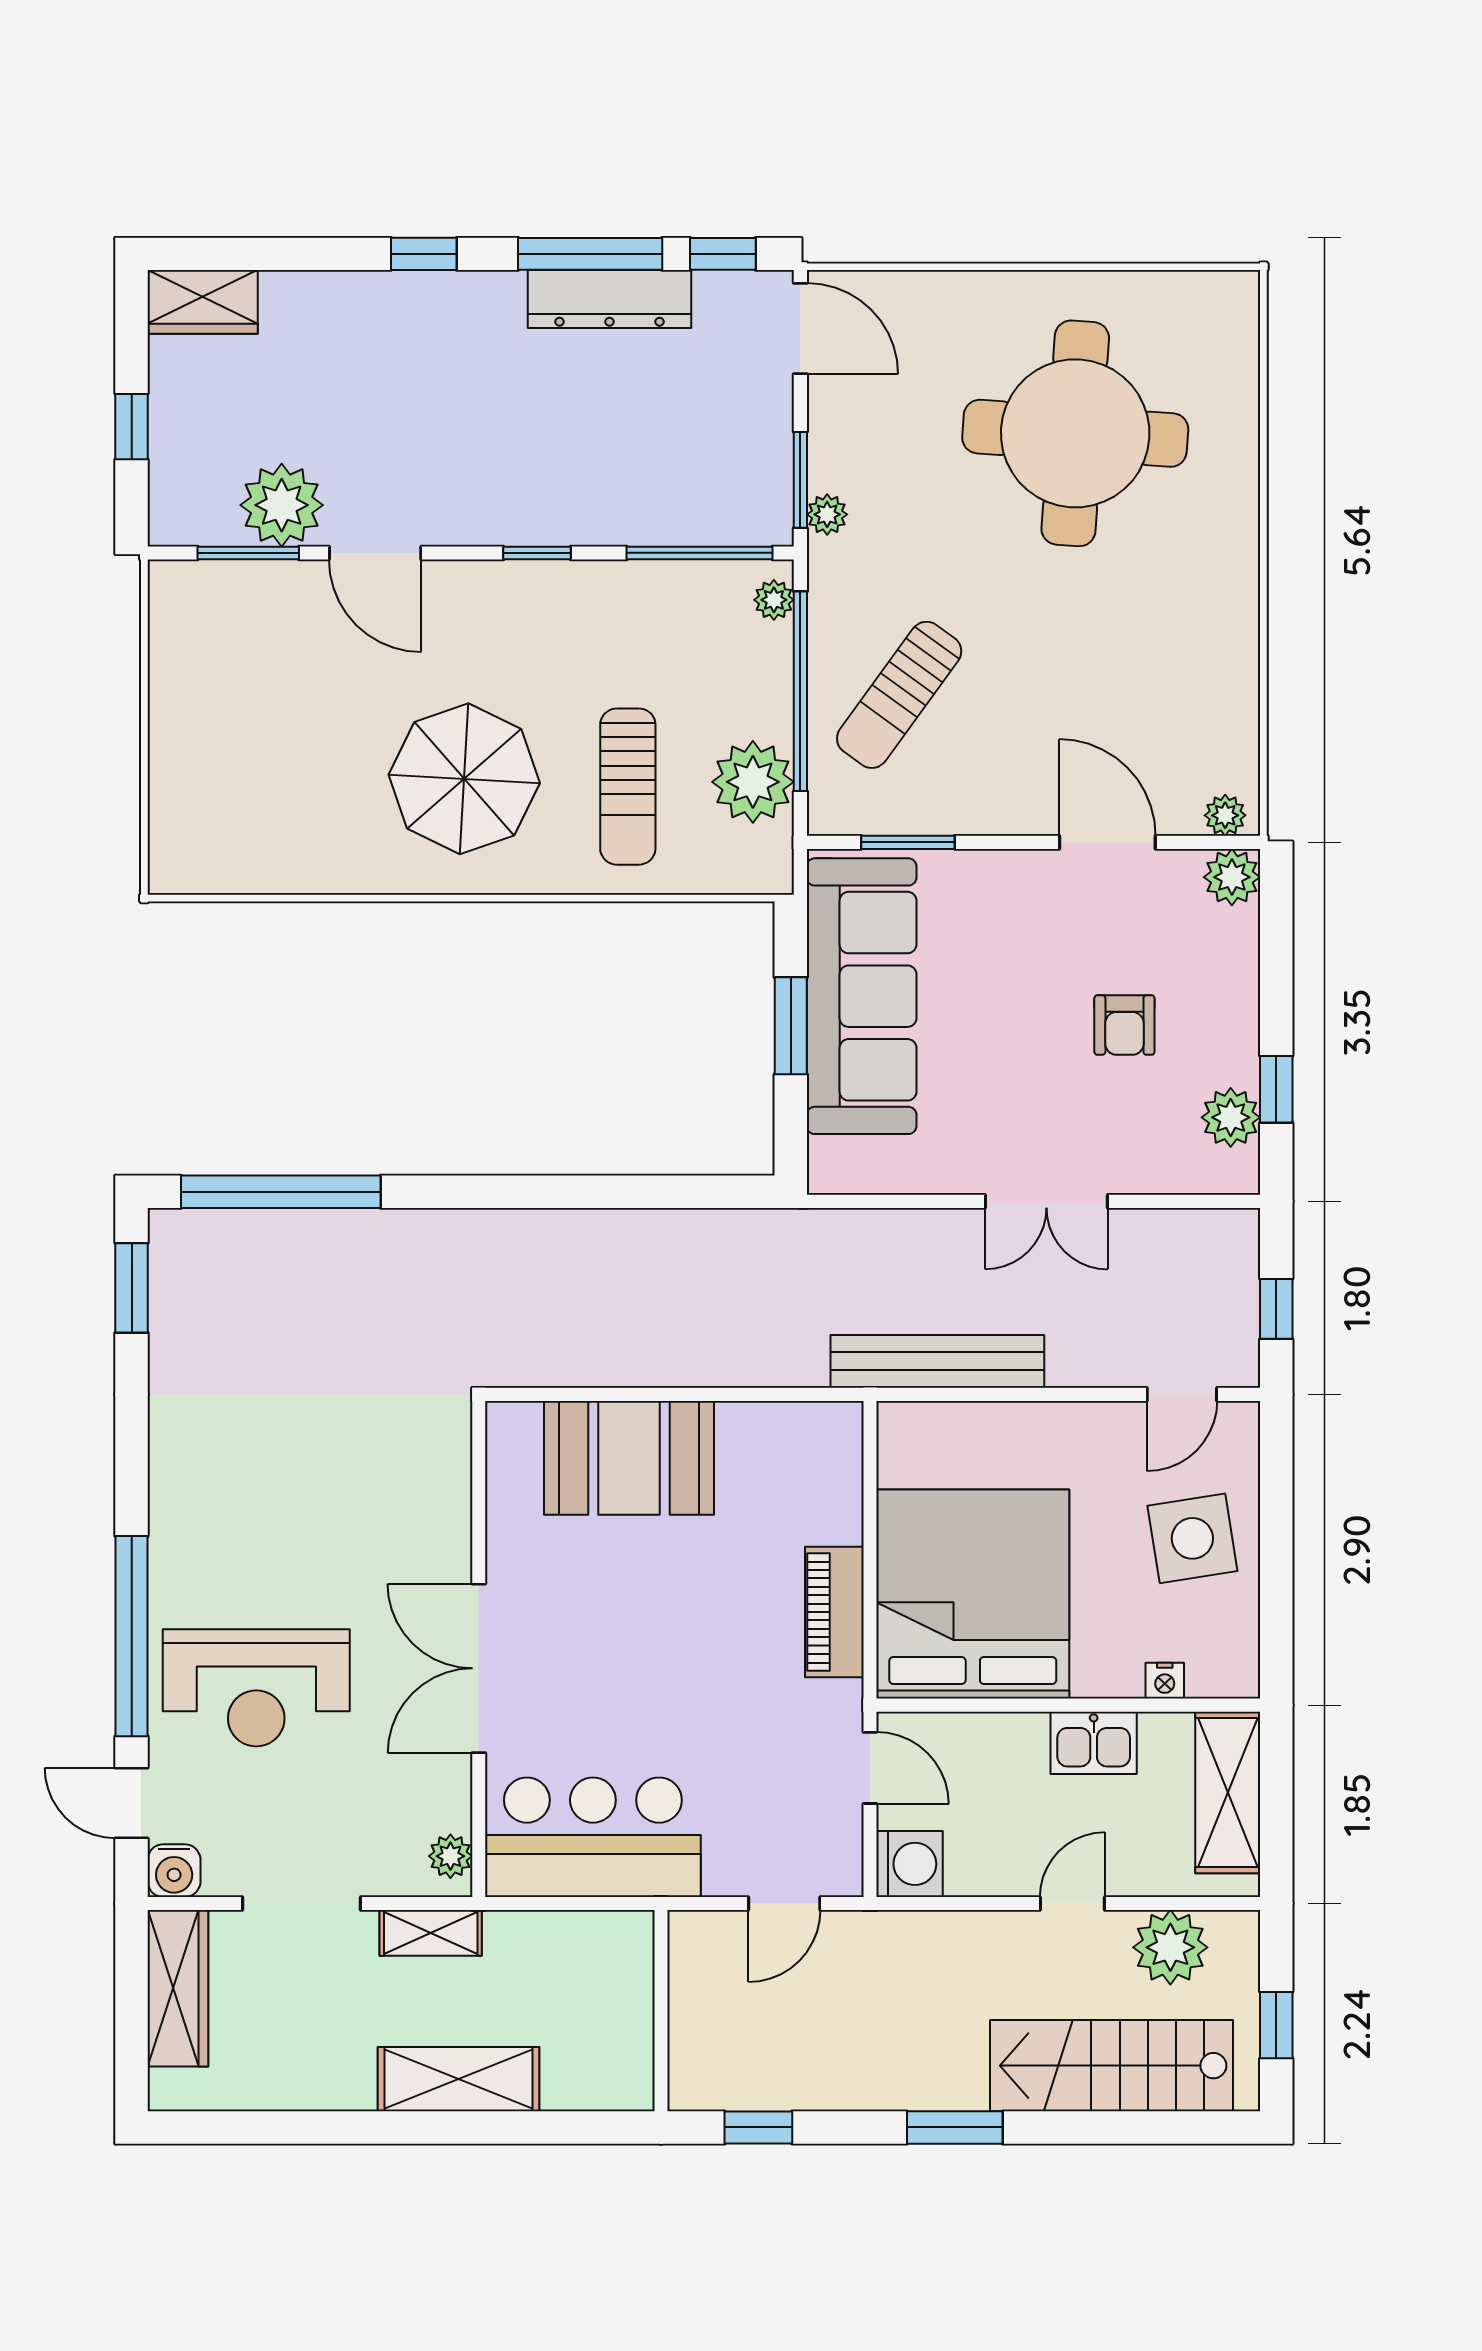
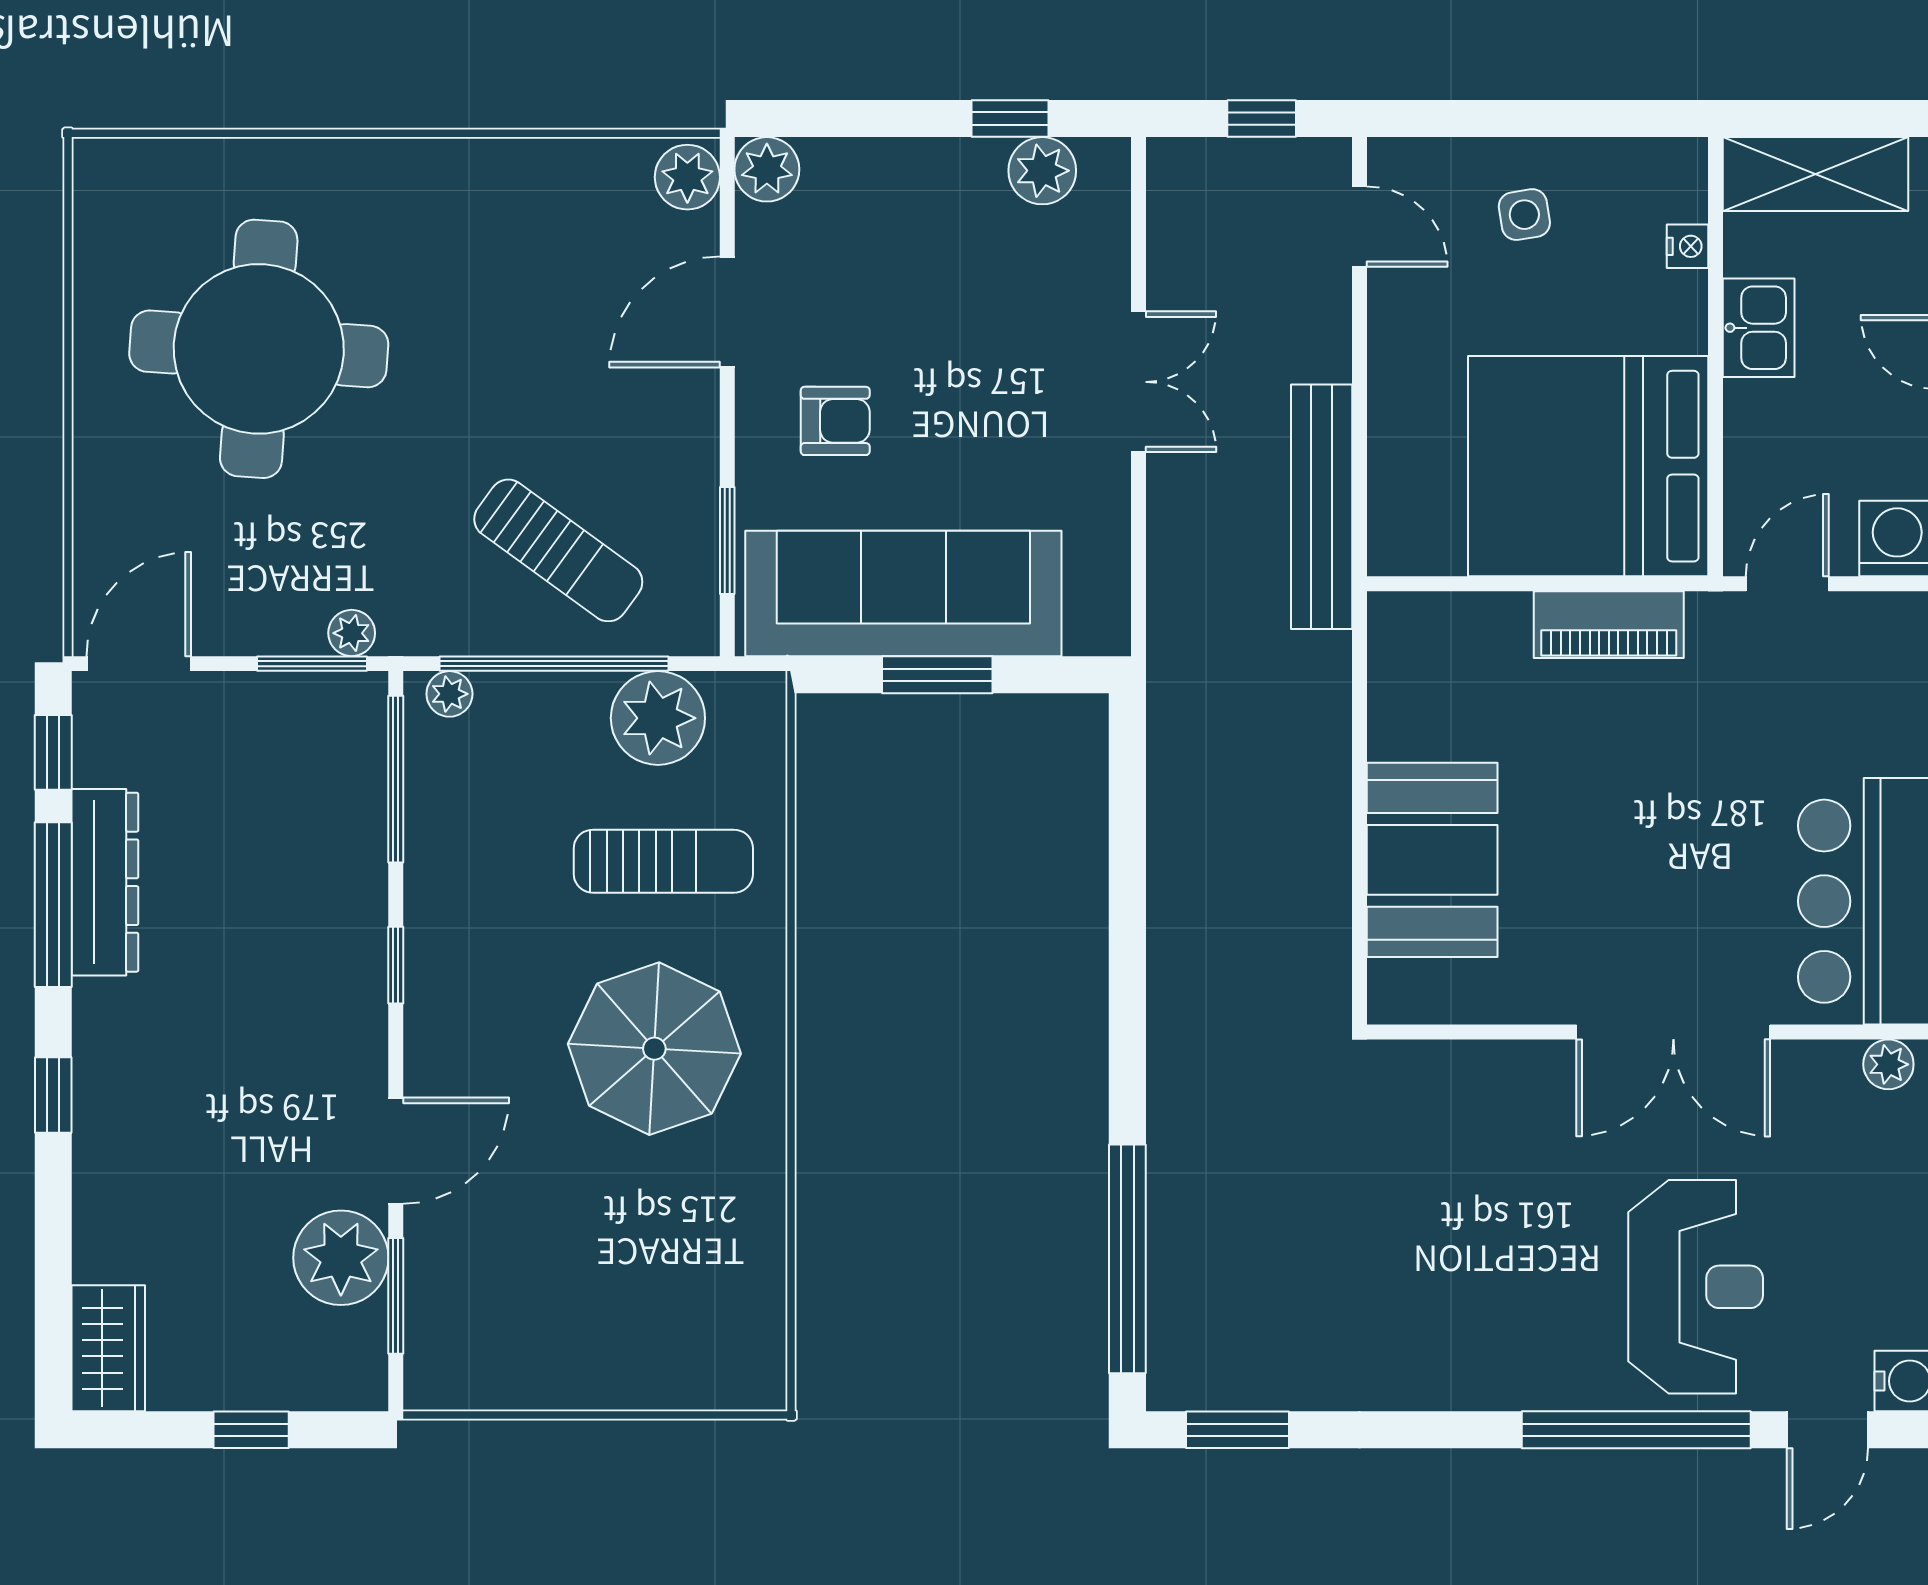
plant: (1225, 815) -> (687, 177), width x1.38, depth x1.38
armchair: (1124, 1025) -> (835, 421), moved
side table: (1192, 1538) -> (1524, 215), width x0.54, depth x0.54

